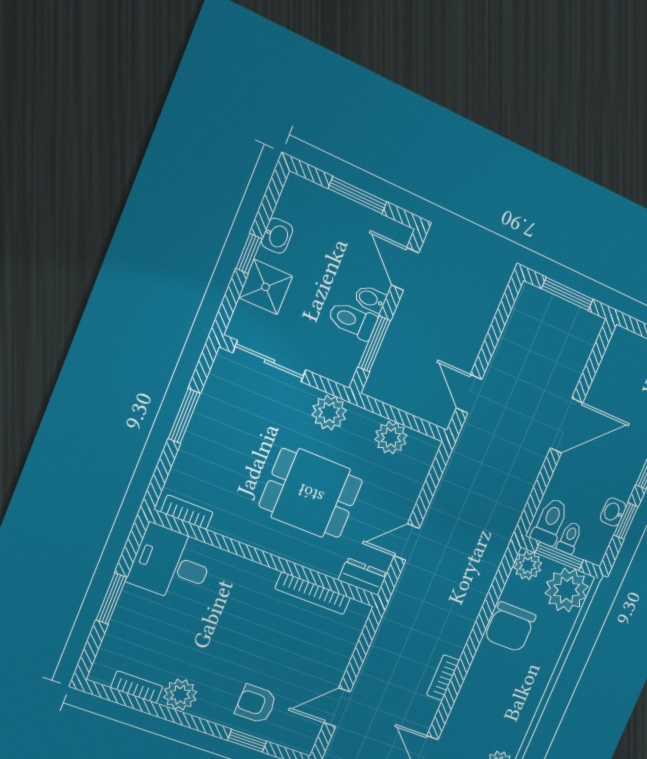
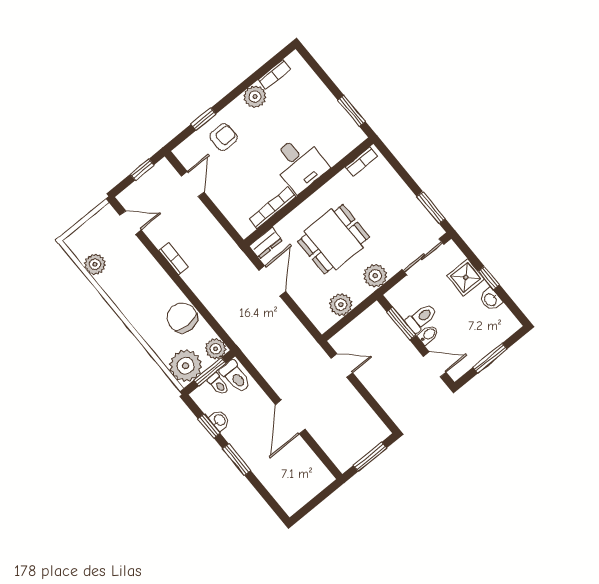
window: (184, 416) -> (431, 208), moved
door: (407, 542) -> (272, 281), width x1.38
desk: (171, 564) -> (299, 164), moved, turned 90
window: (111, 599) -> (352, 111), moved

